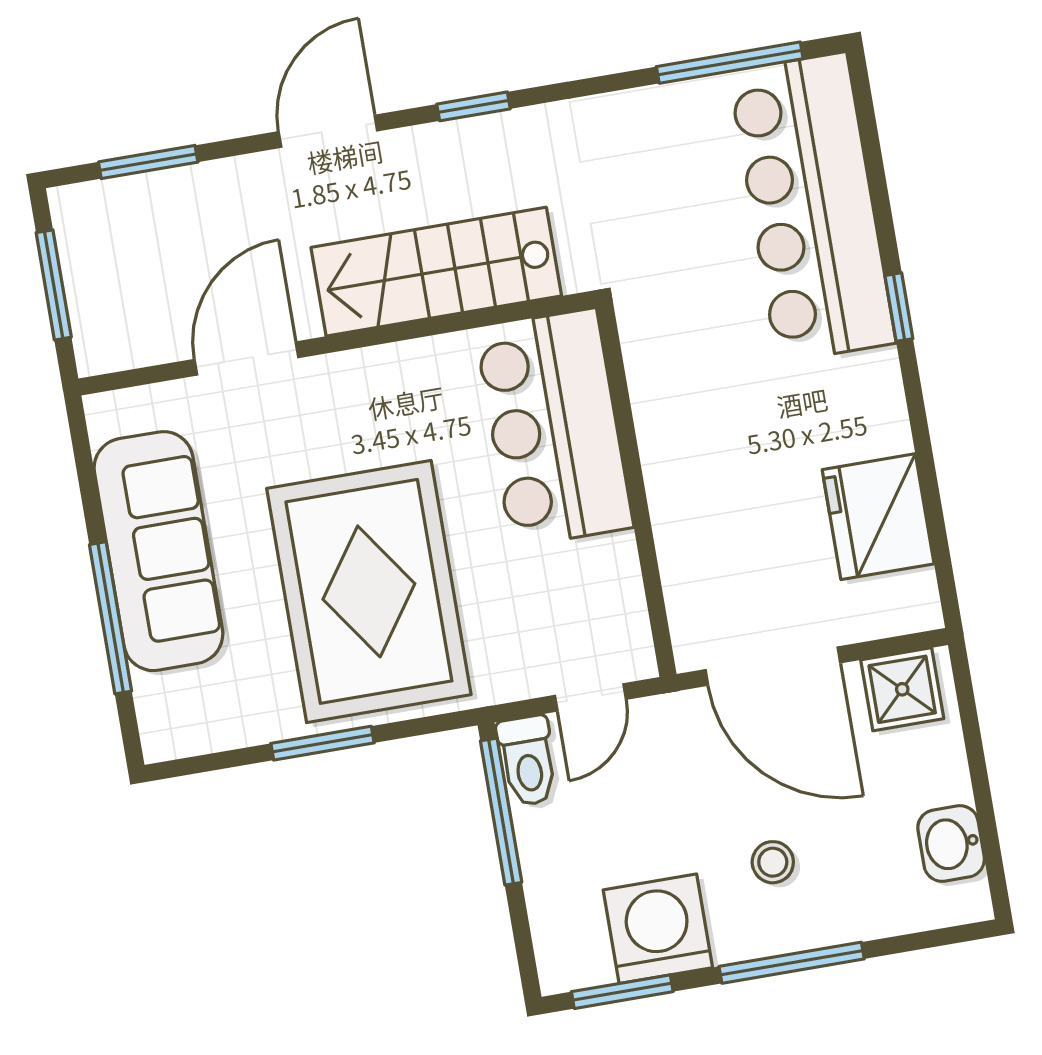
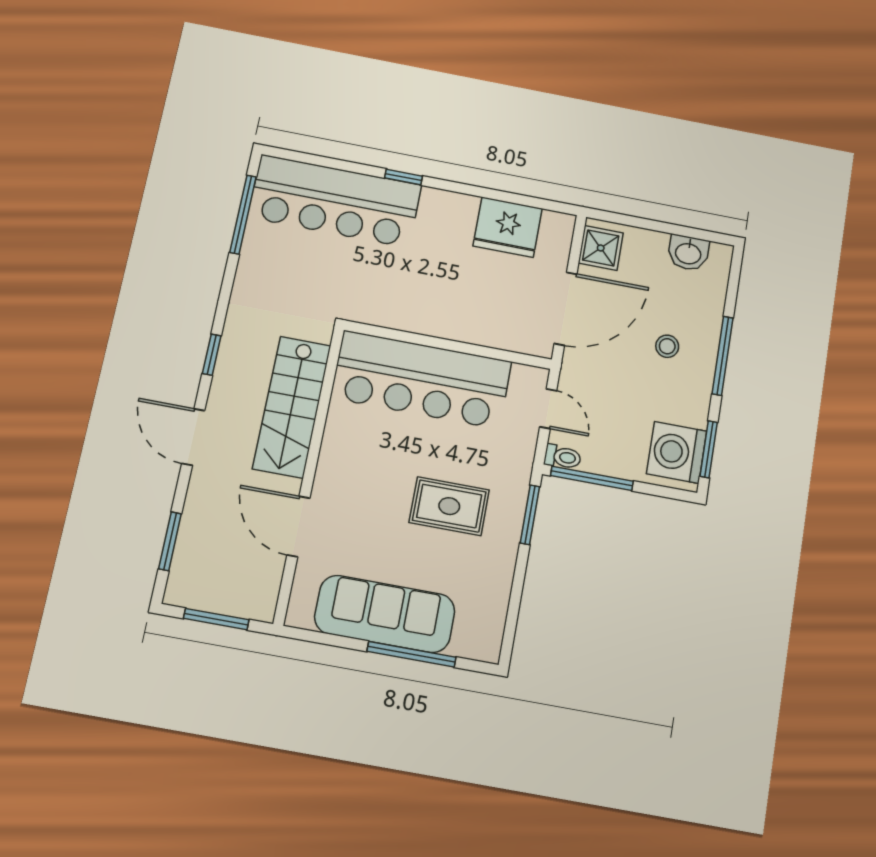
bar counter: (554, 428) -> (421, 380), width x1.36
rug: (369, 591) -> (449, 506), width x0.54, depth x0.49
window: (323, 743) -> (530, 515), moved
toilet: (528, 761) -> (563, 457), width x0.73, depth x0.72
washing machine: (658, 929) -> (677, 452), moved

